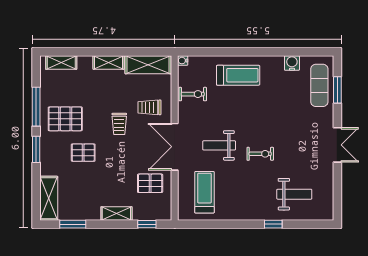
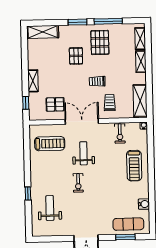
shelving: (109, 62) -> (141, 62), moved
pallet: (150, 183) -> (55, 104), turned 90
weight bench: (294, 194) -> (50, 208), turned 180
window: (73, 224) -> (24, 50), removed

